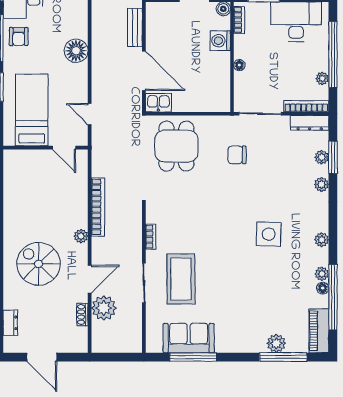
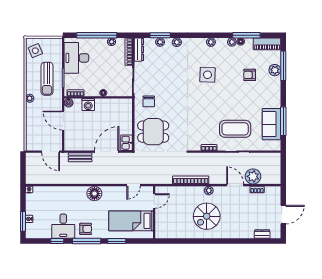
chair: (237, 155) -> (149, 101), moved
spiral stairs: (39, 264) -> (207, 216), moved
window: (333, 297) -> (246, 35), width x0.68
armchair: (268, 302) -> (250, 75), added

